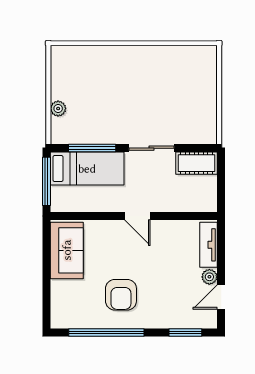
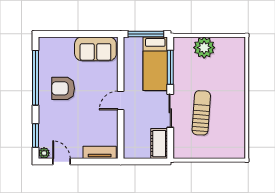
sun lounger: (154, 106) -> (201, 113), added
plant: (58, 109) -> (204, 48), width x1.87, depth x1.87
plant: (209, 277) -> (44, 153), moved

